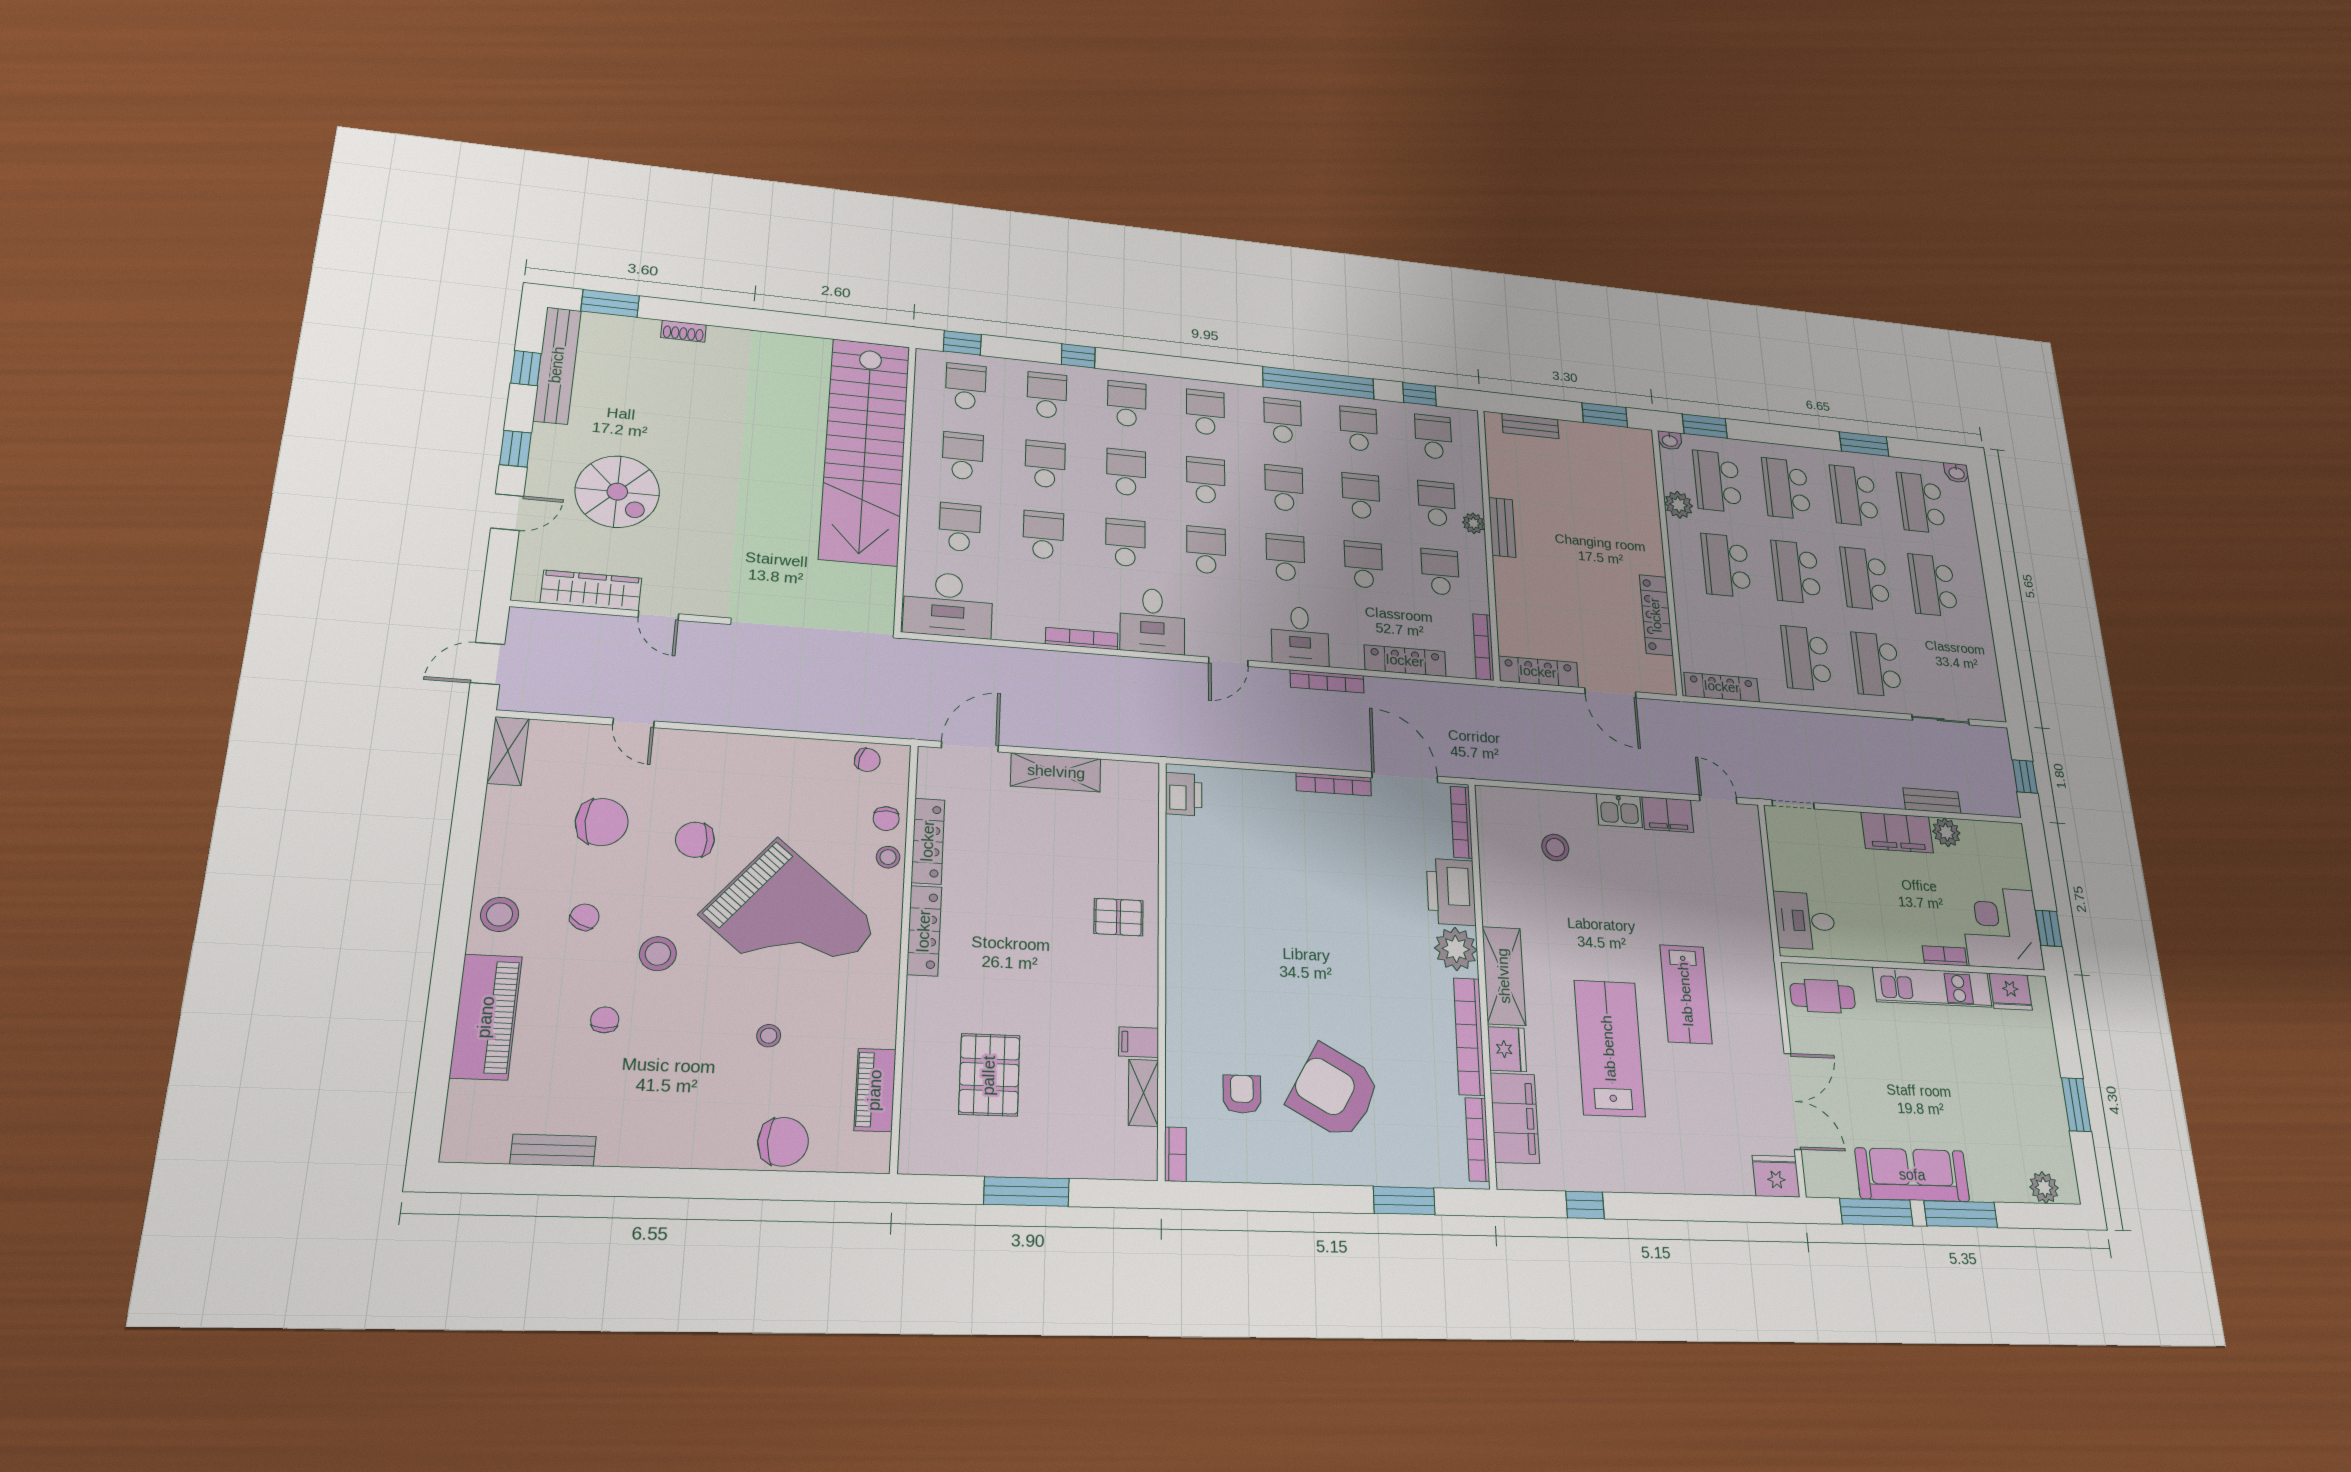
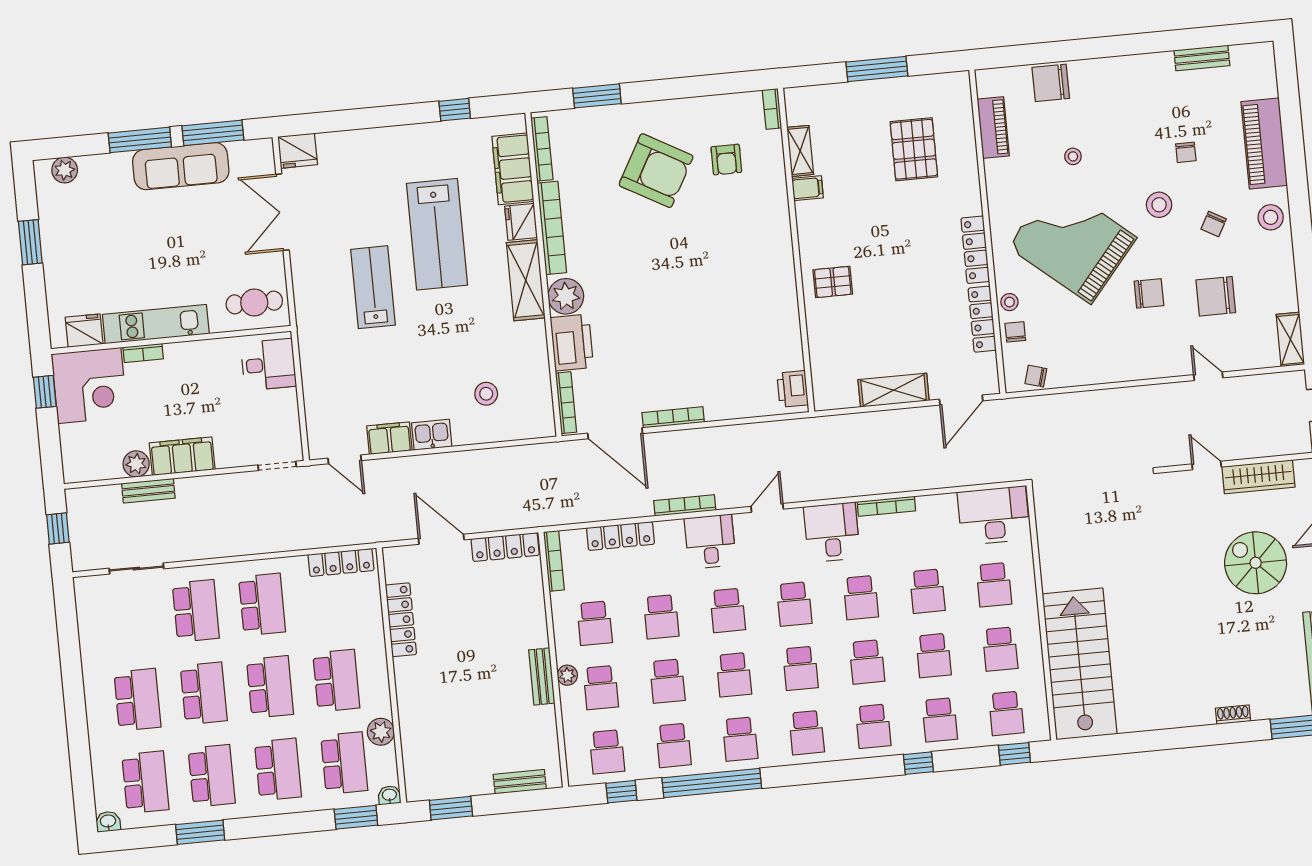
stairs: (865, 451) -> (1080, 664), width x0.73

